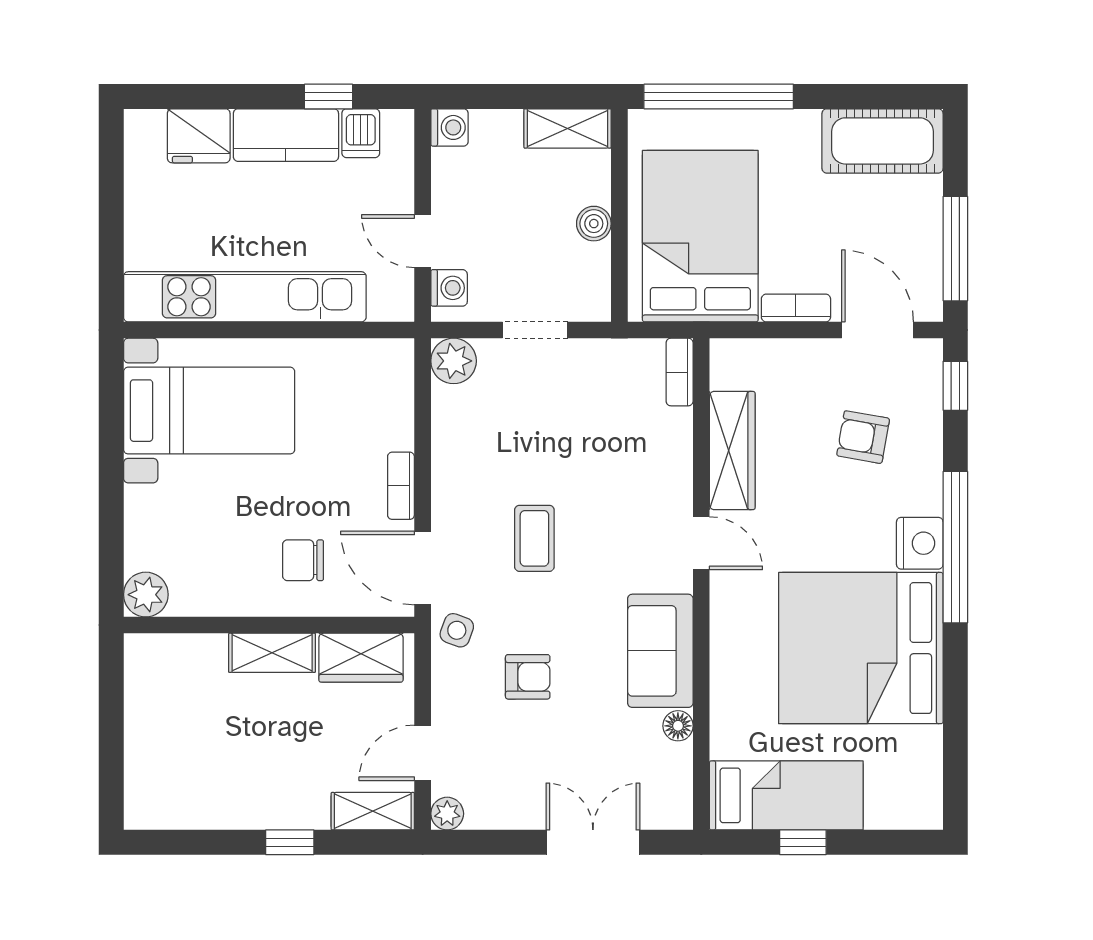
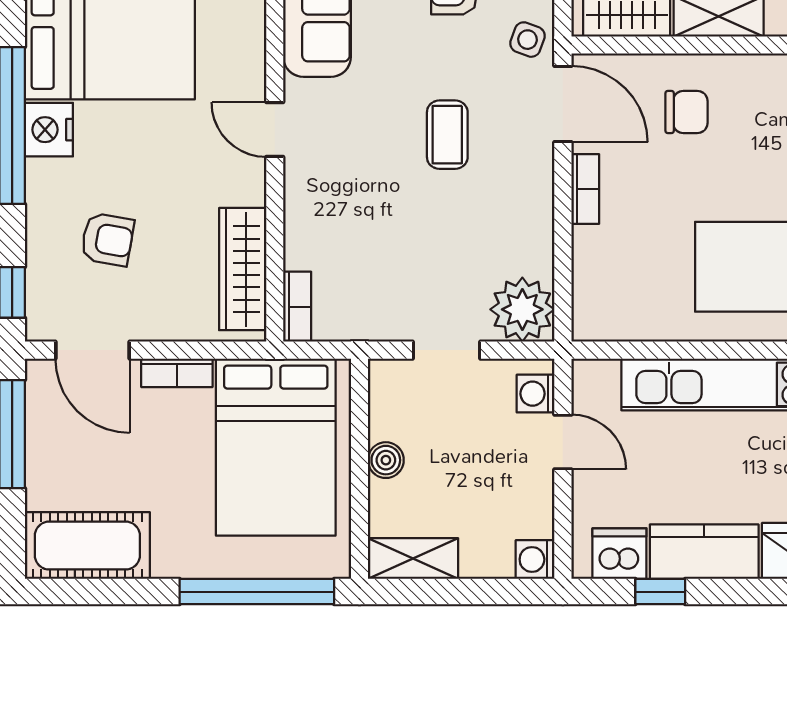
dishwasher: (361, 133) -> (619, 554), width x1.38
plant: (454, 361) -> (522, 309), width x1.36, depth x1.36
wardrobe: (732, 451) -> (243, 269), moved

